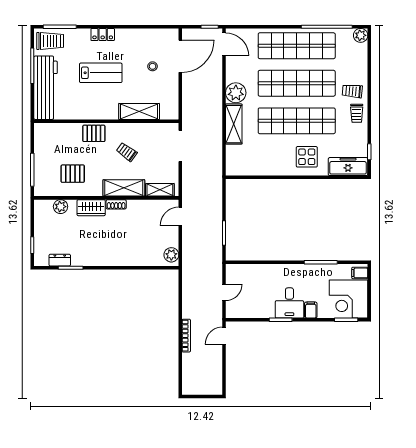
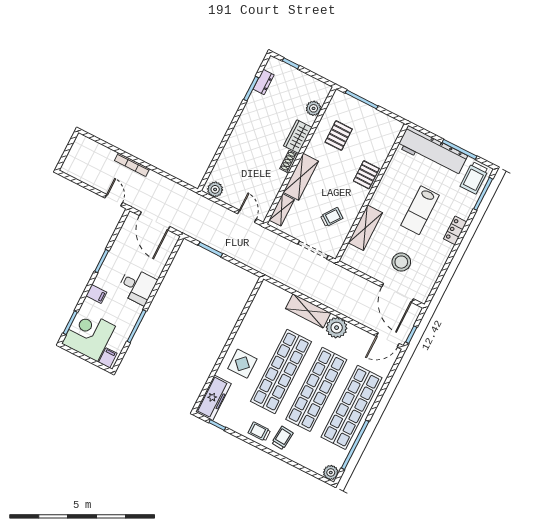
stool: (153, 66) -> (401, 262), width x1.89, depth x1.89
trolley: (127, 152) -> (332, 217), moved
door: (224, 292) -> (155, 221), width x1.87
desk: (289, 303) -> (137, 286), moved, turned 180

